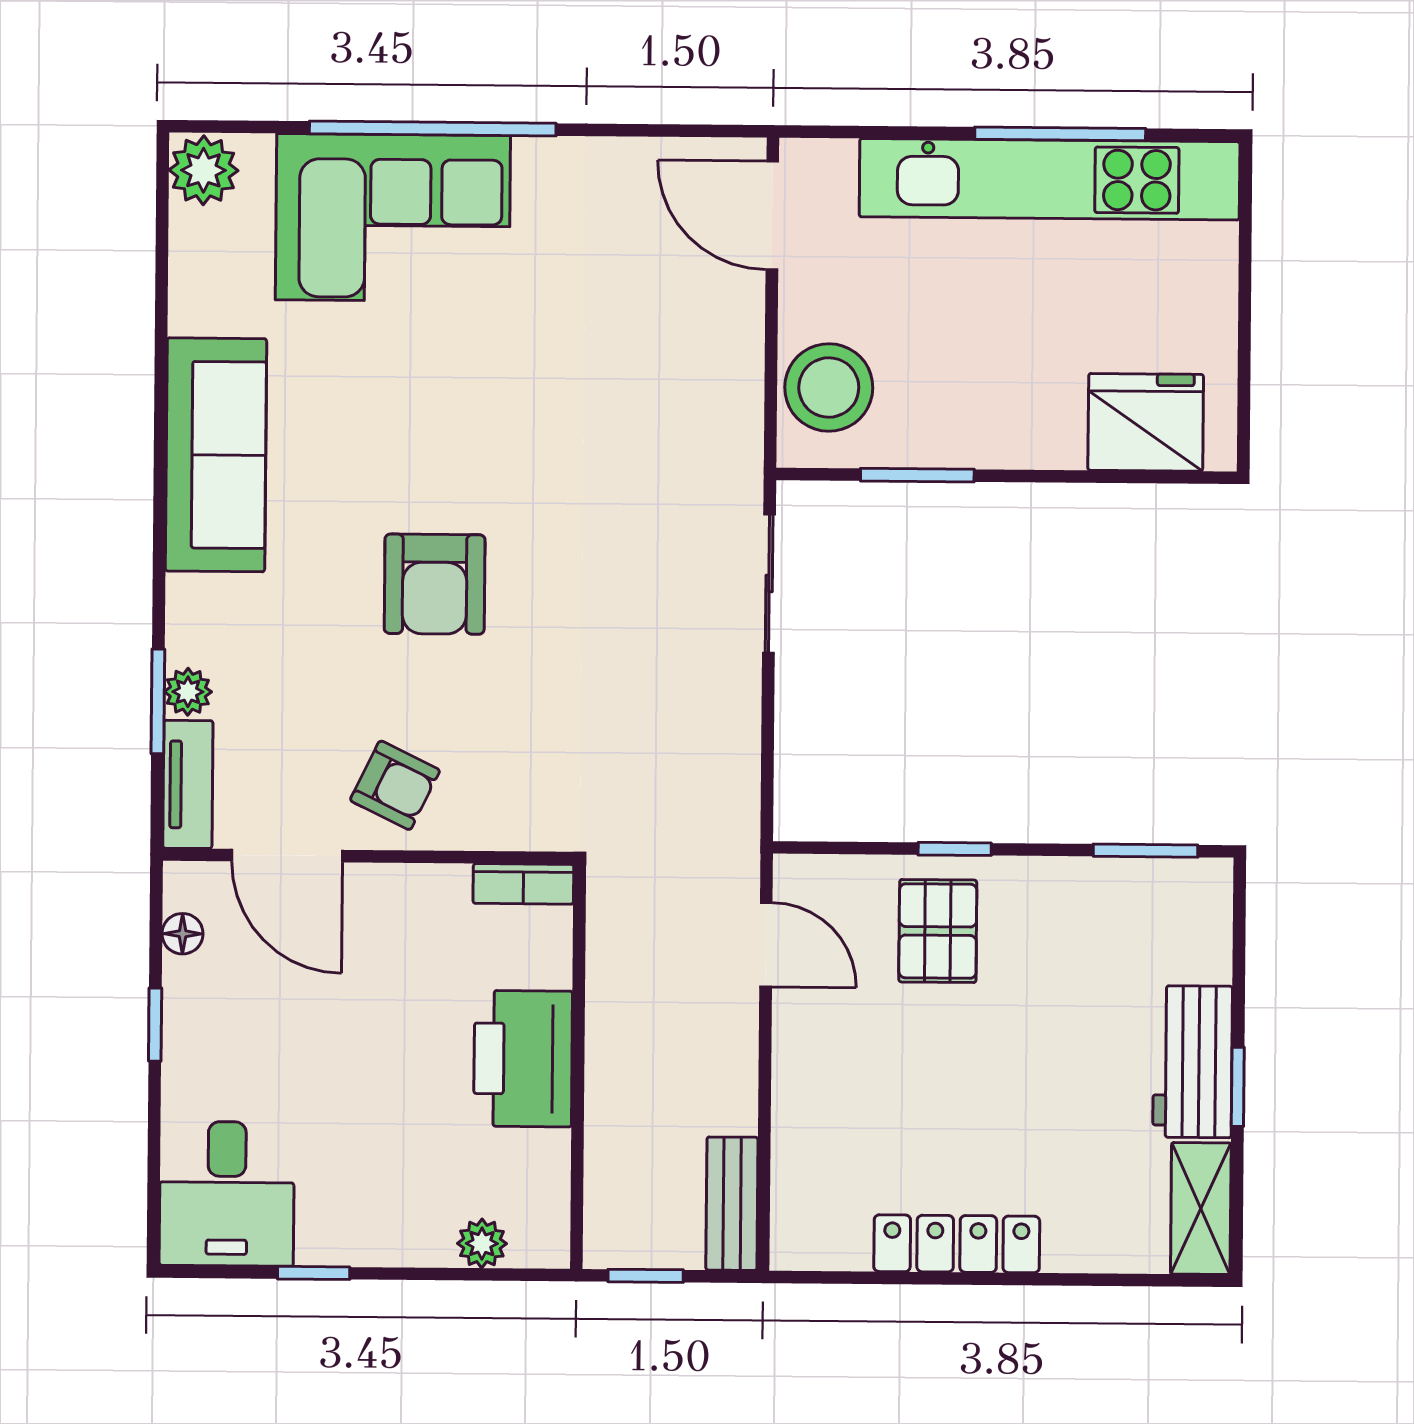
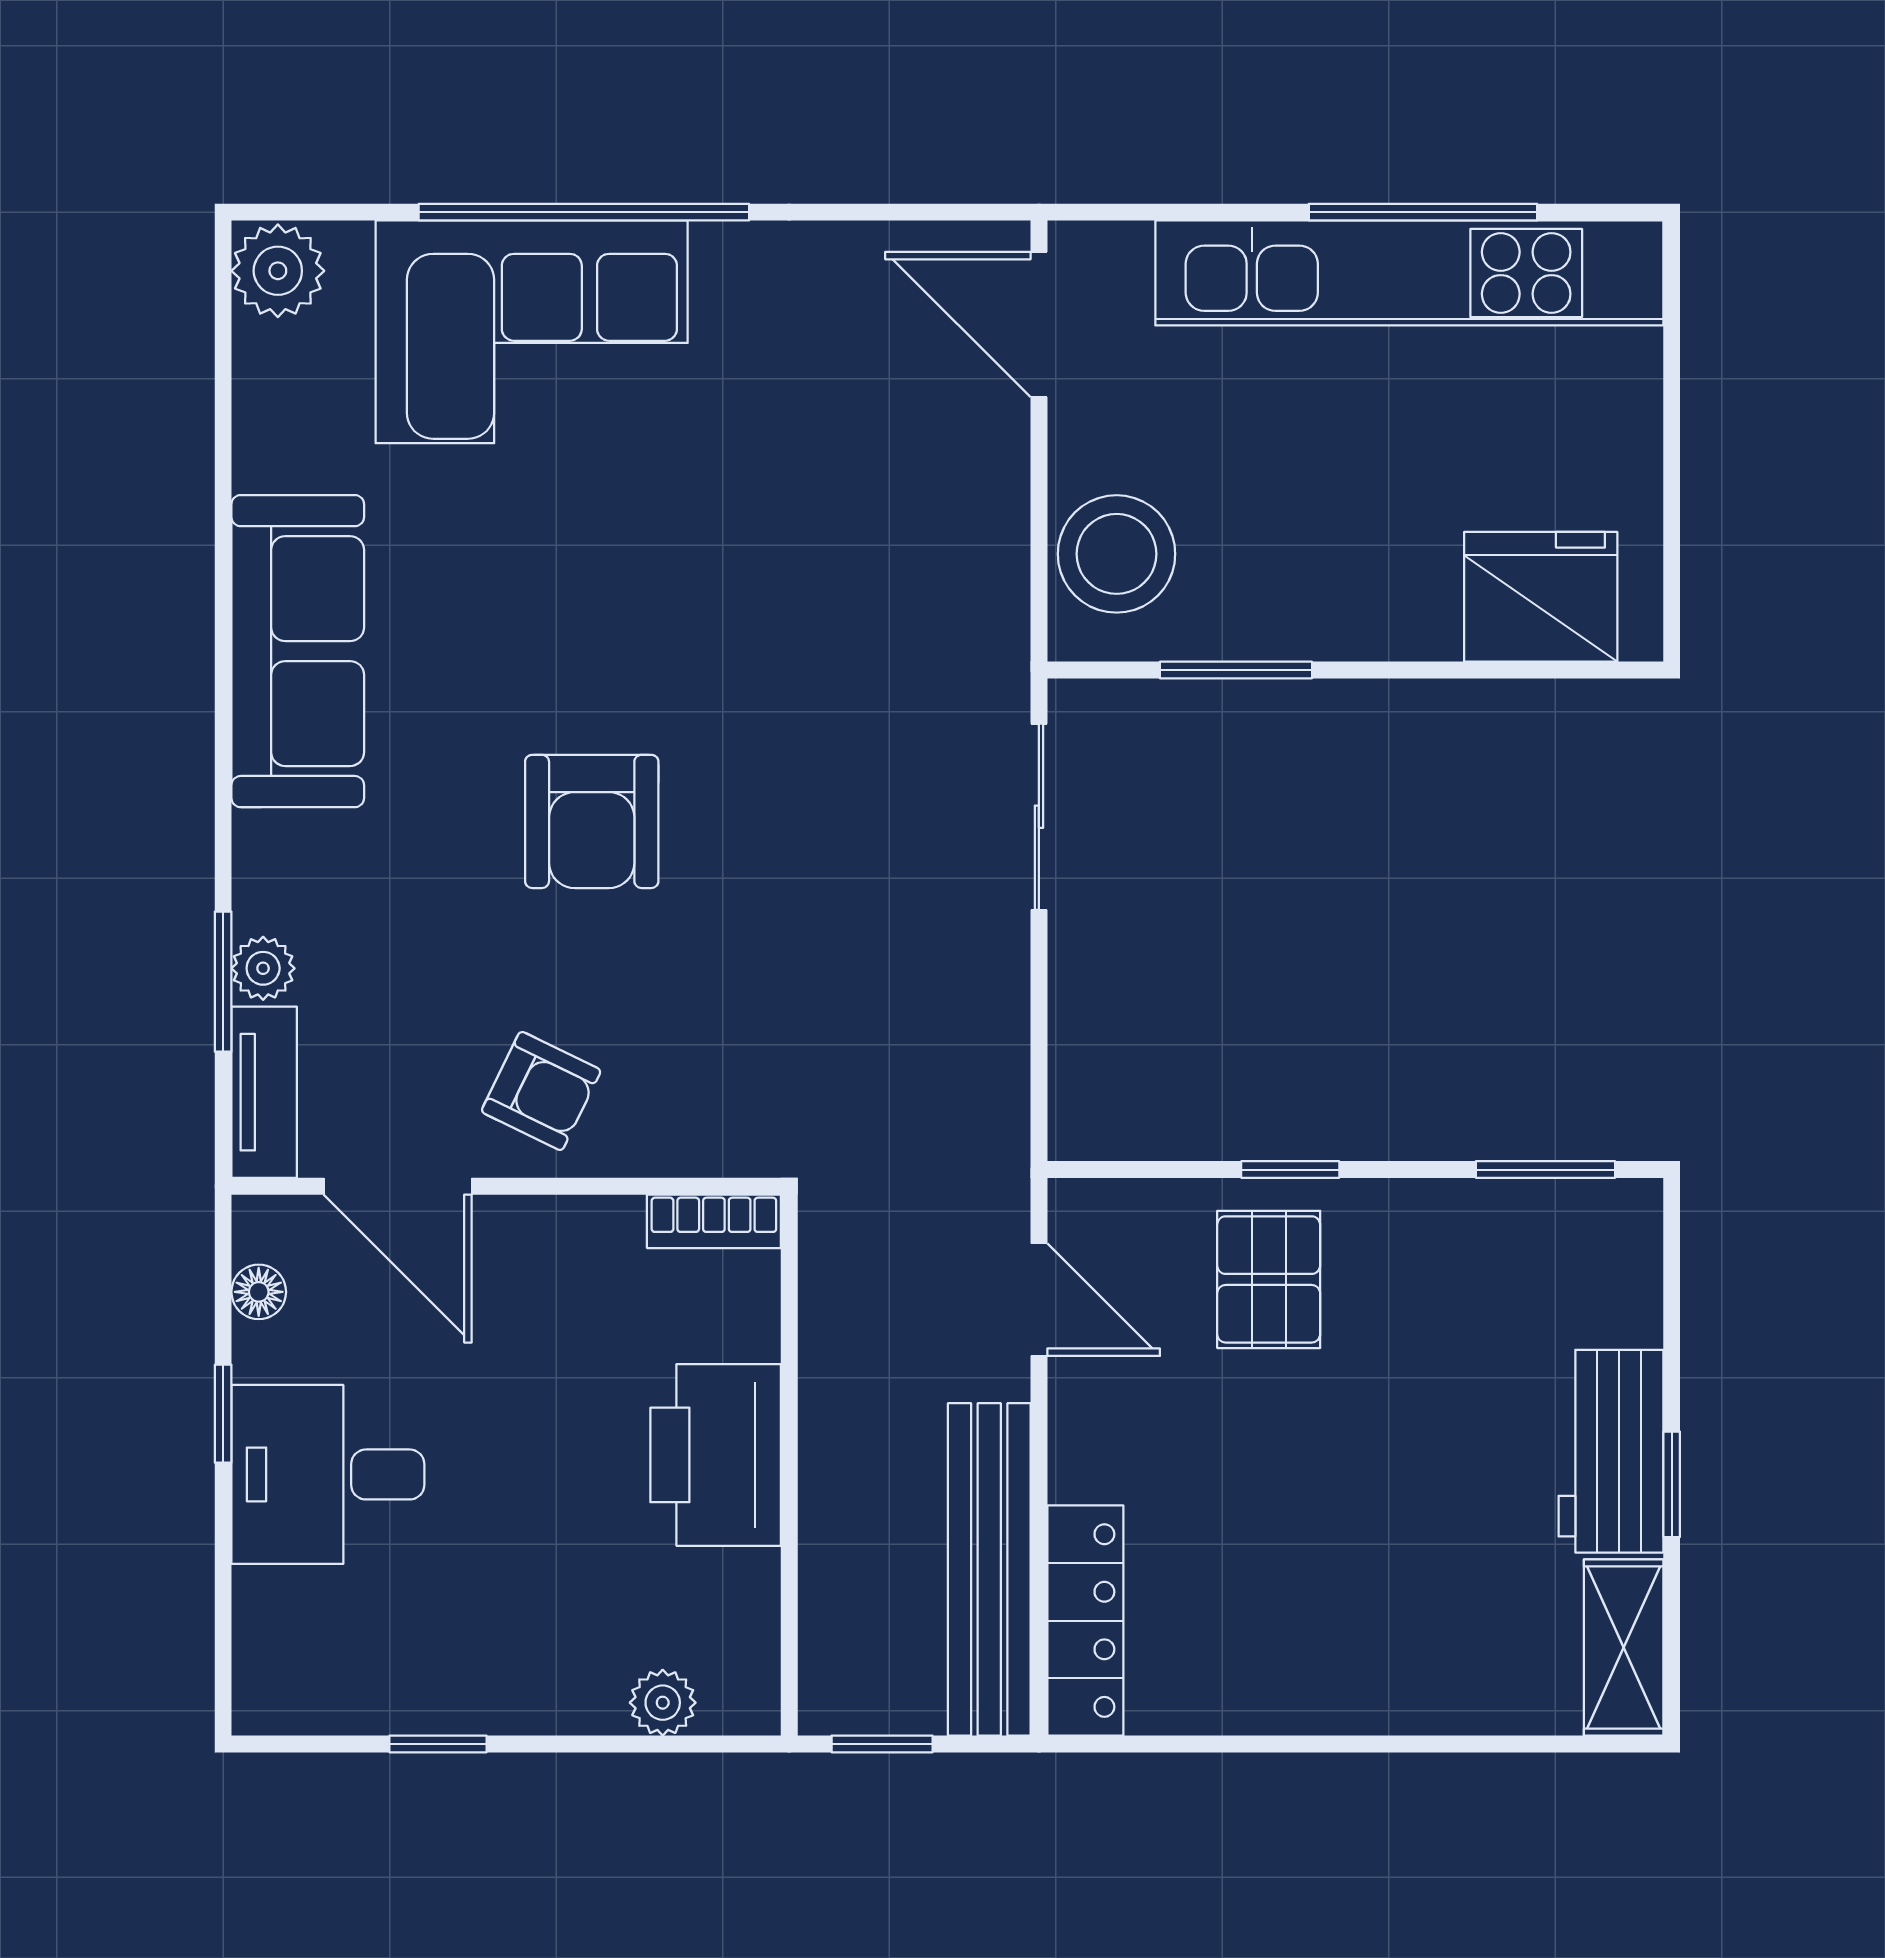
desk: (227, 1194) -> (328, 1474), moved, turned 90
bench: (732, 1204) -> (989, 1569), width x1.86, depth x1.21
locker: (957, 1244) -> (1085, 1621), moved, turned 90

